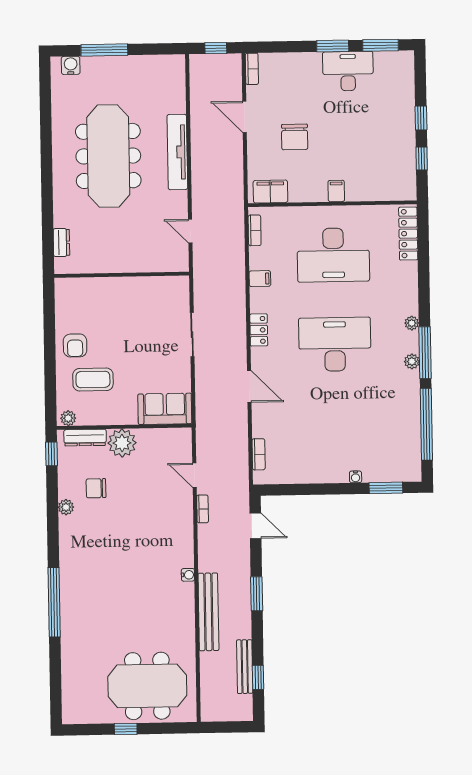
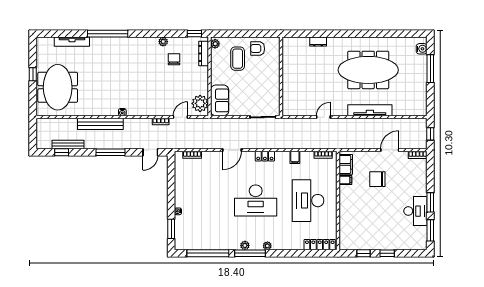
filing cabinet: (336, 191) -> (345, 180), moved
wall: (122, 275) -> (281, 76), moved
desk: (335, 344) -> (256, 201), turned 90
plant: (122, 443) -> (200, 103), moved
window: (257, 594) -> (110, 152), width x1.44
tv unit: (69, 663) -> (72, 42), added

